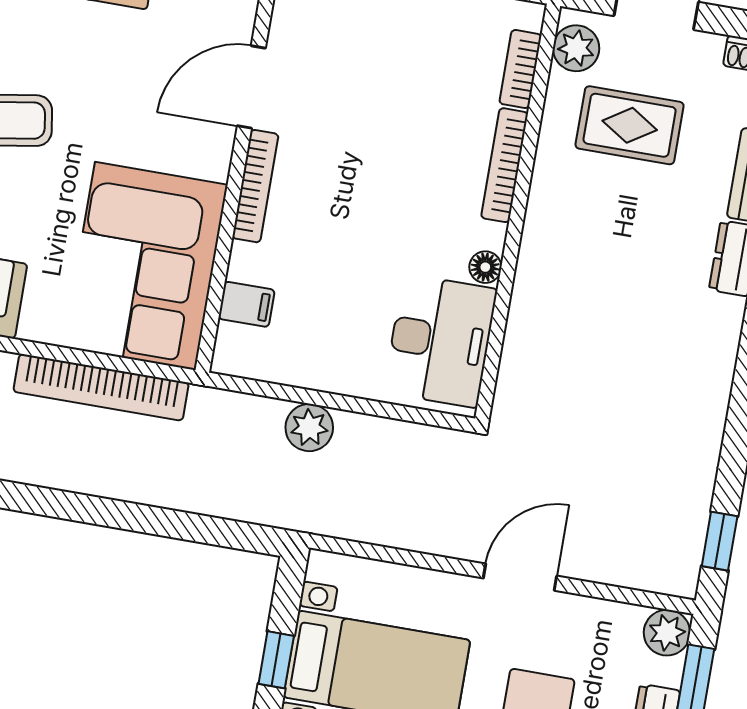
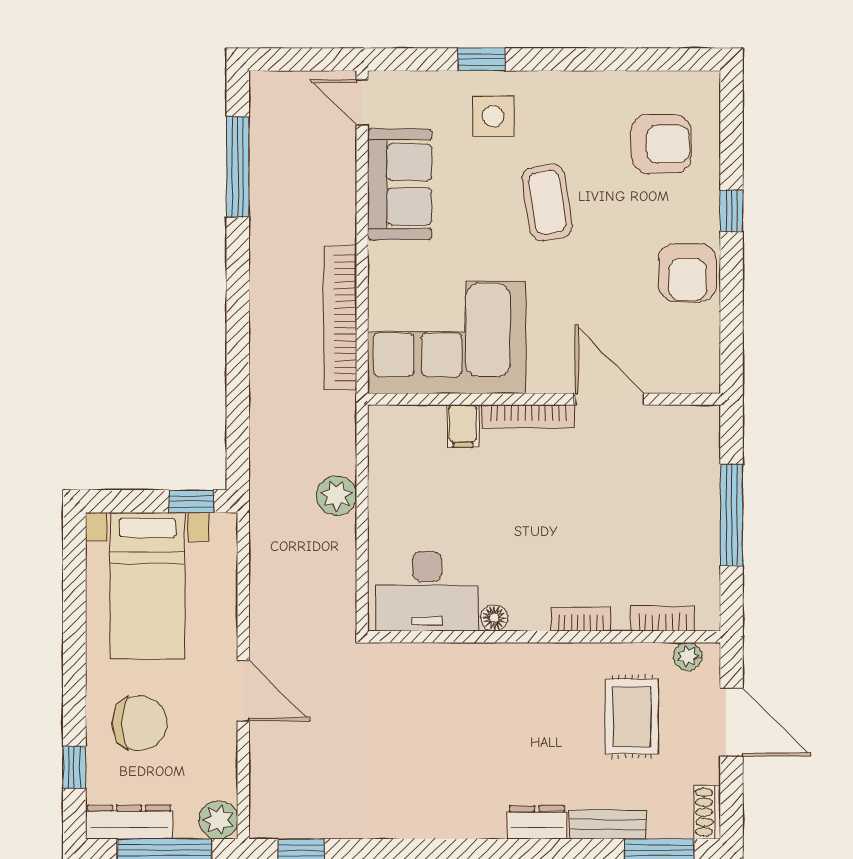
plant: (576, 48) -> (688, 656), width x0.73, depth x0.73
bookcase: (505, 165) -> (581, 619), width x0.64
filing cabinet: (246, 304) -> (463, 426), moved
window: (276, 660) -> (191, 501), moved

